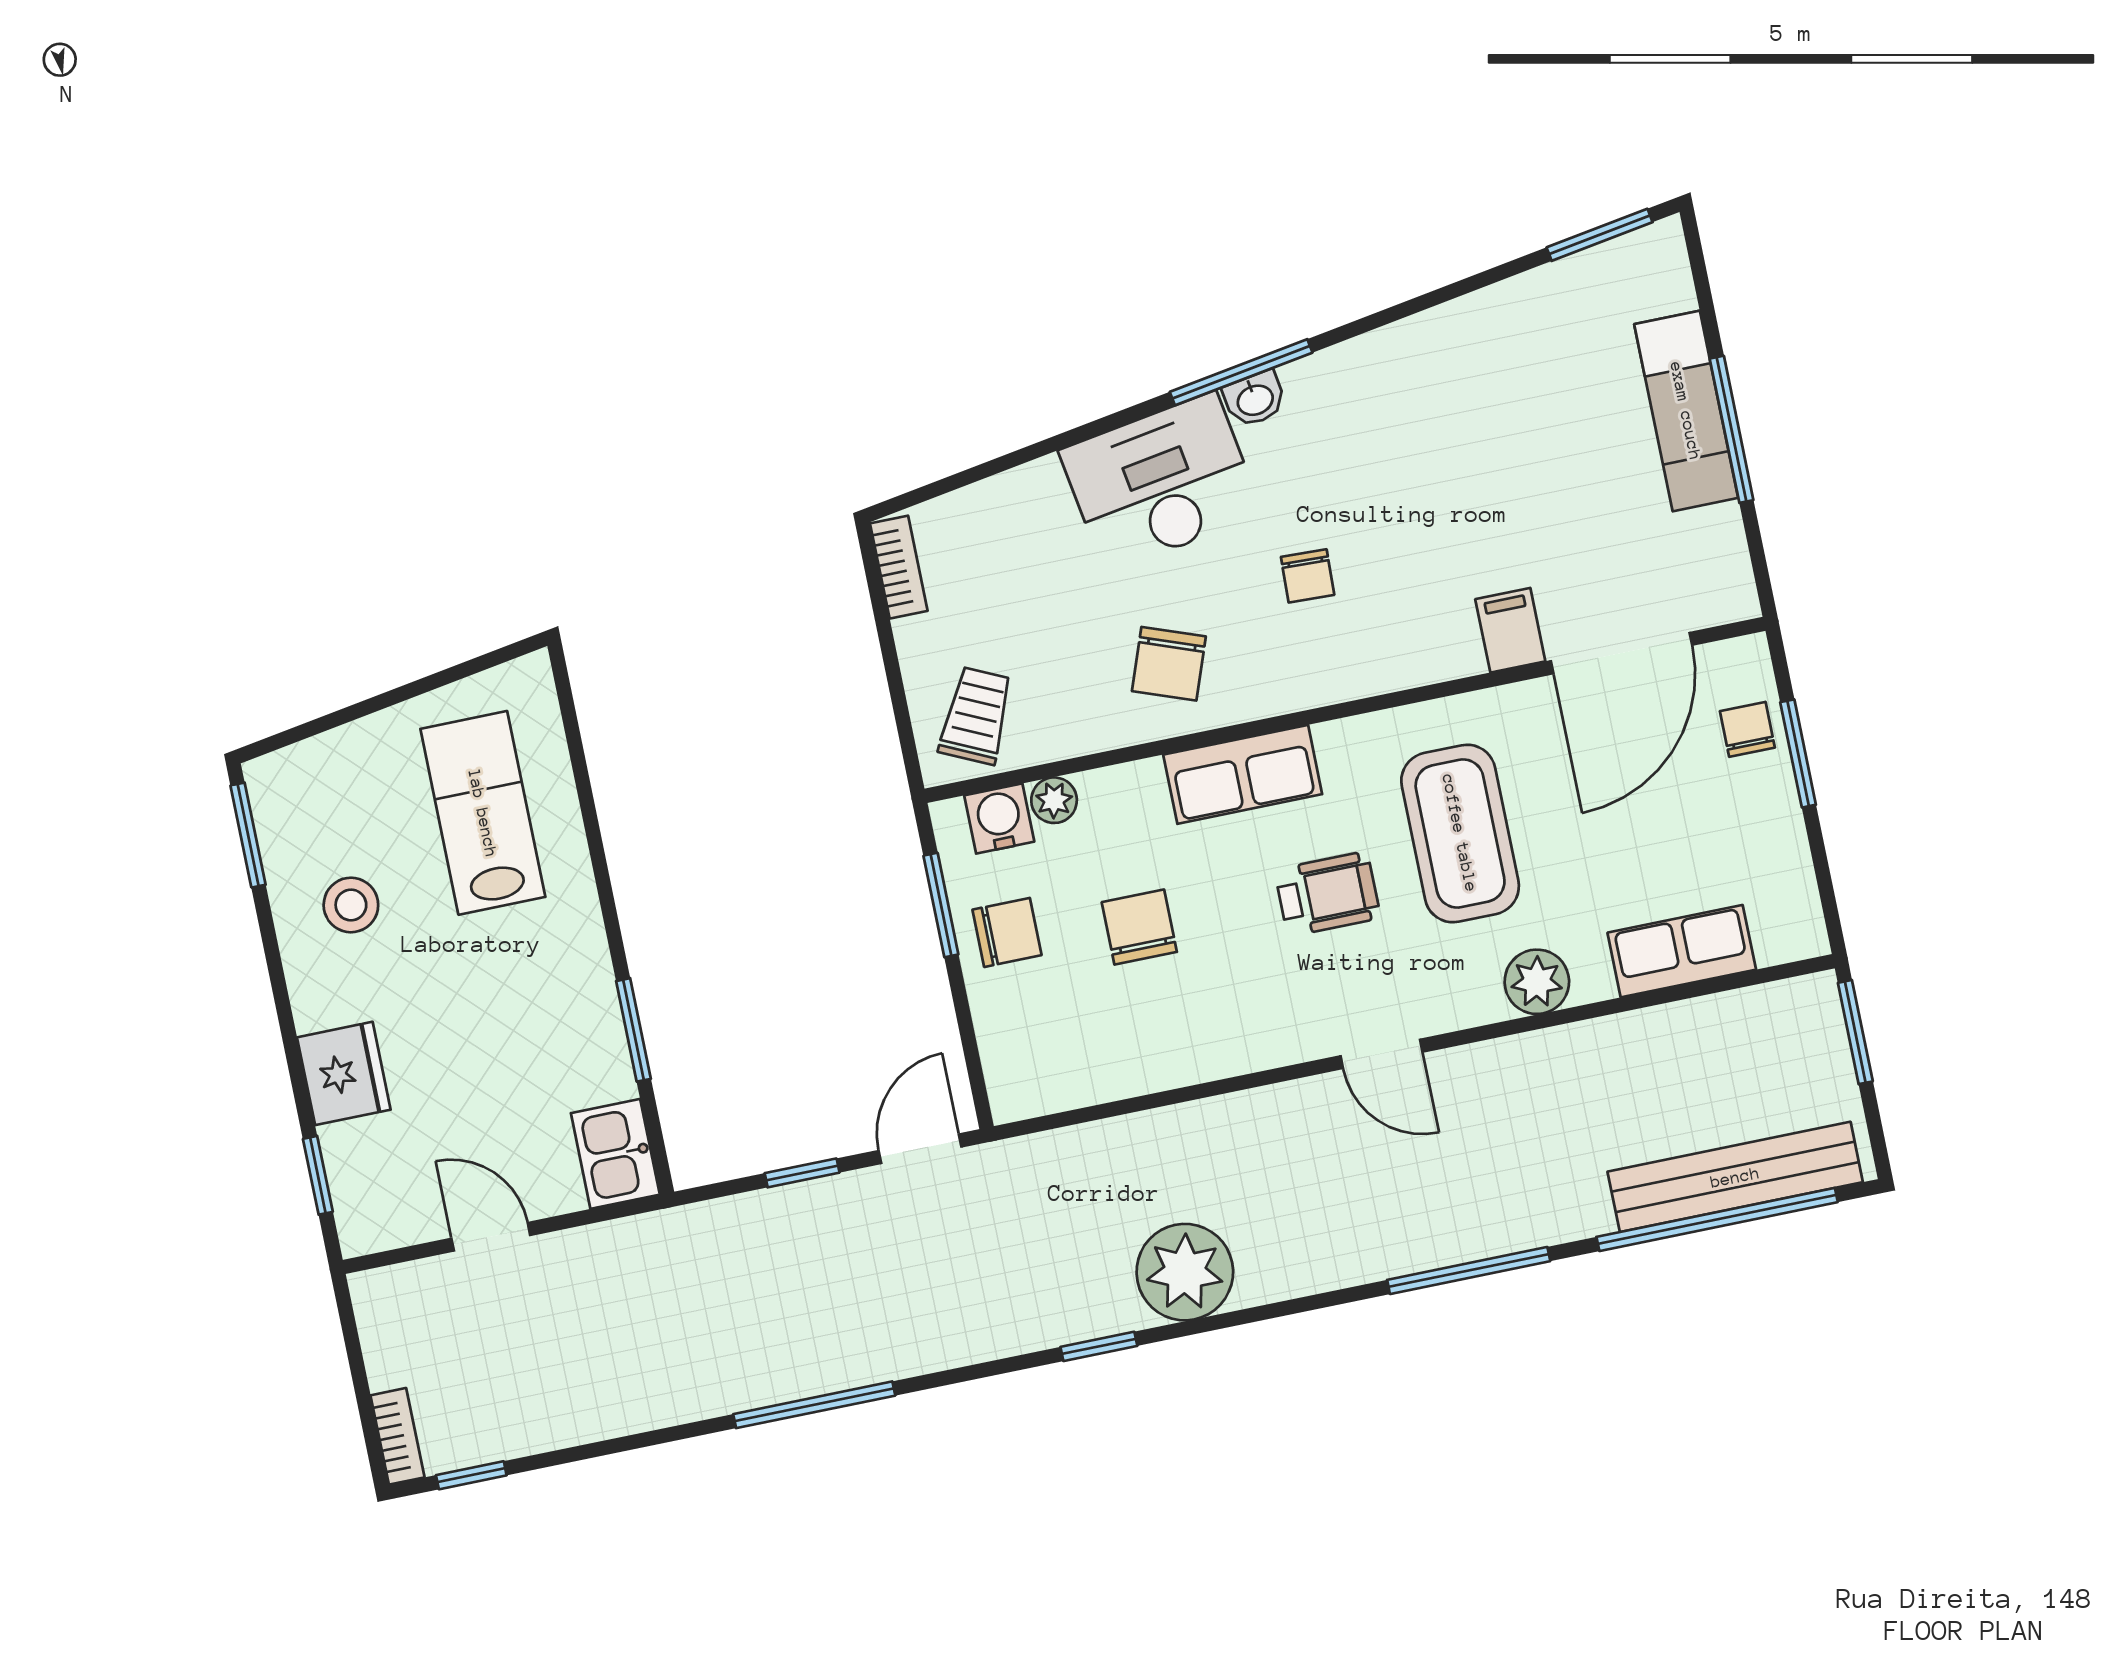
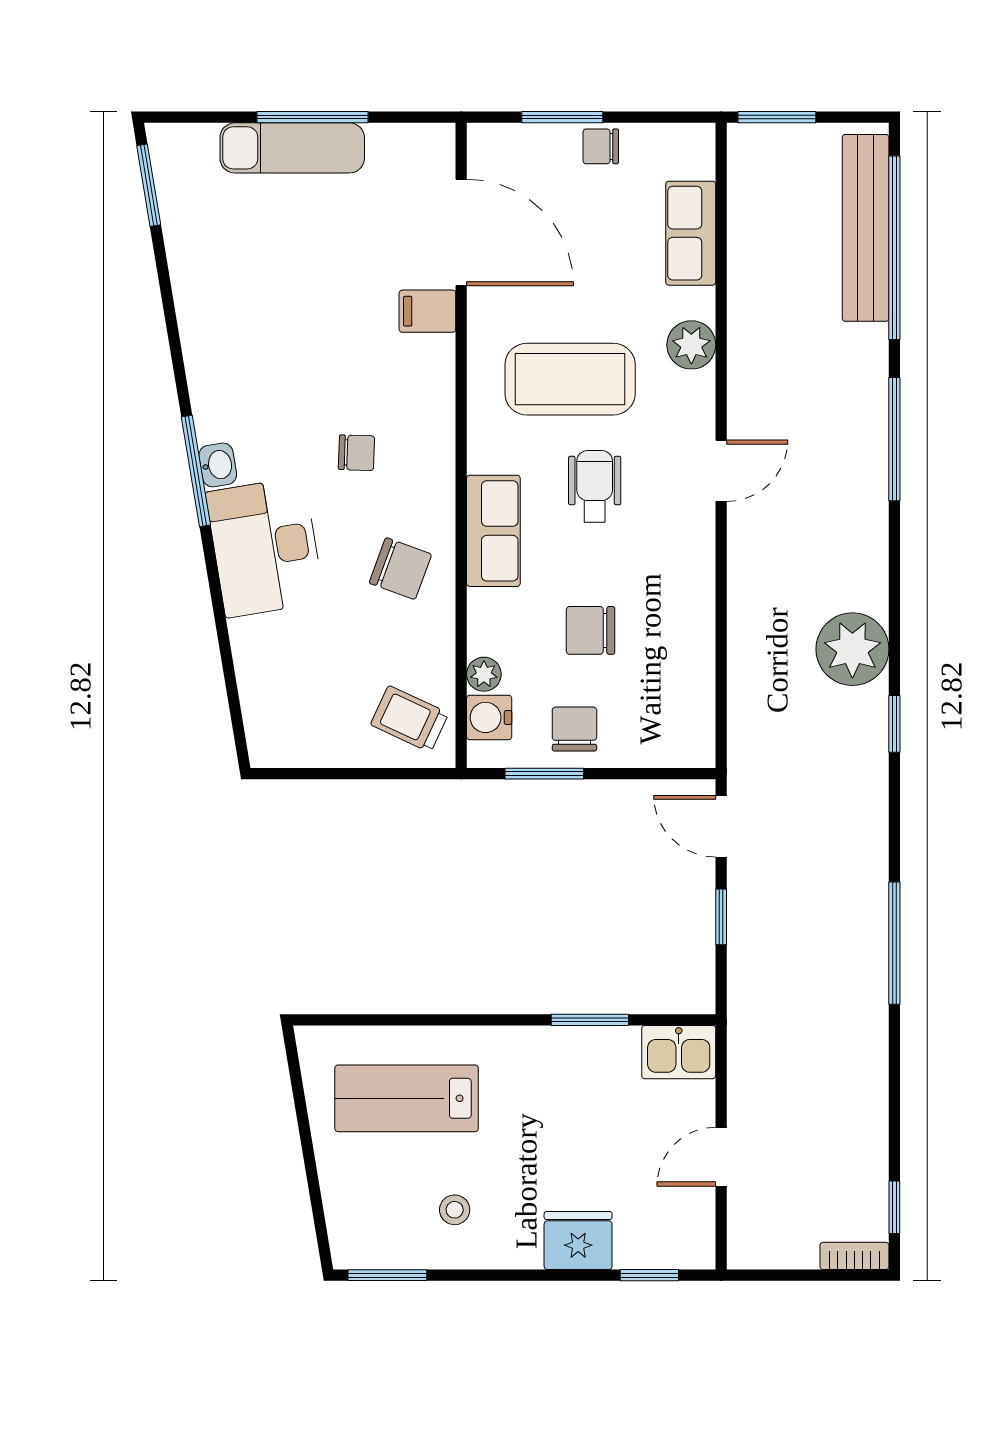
bookcase: (899, 567) -> (288, 754), removed
chair: (1747, 729) -> (601, 146), moved
stool: (351, 905) -> (455, 1210), width x0.73, depth x0.73

